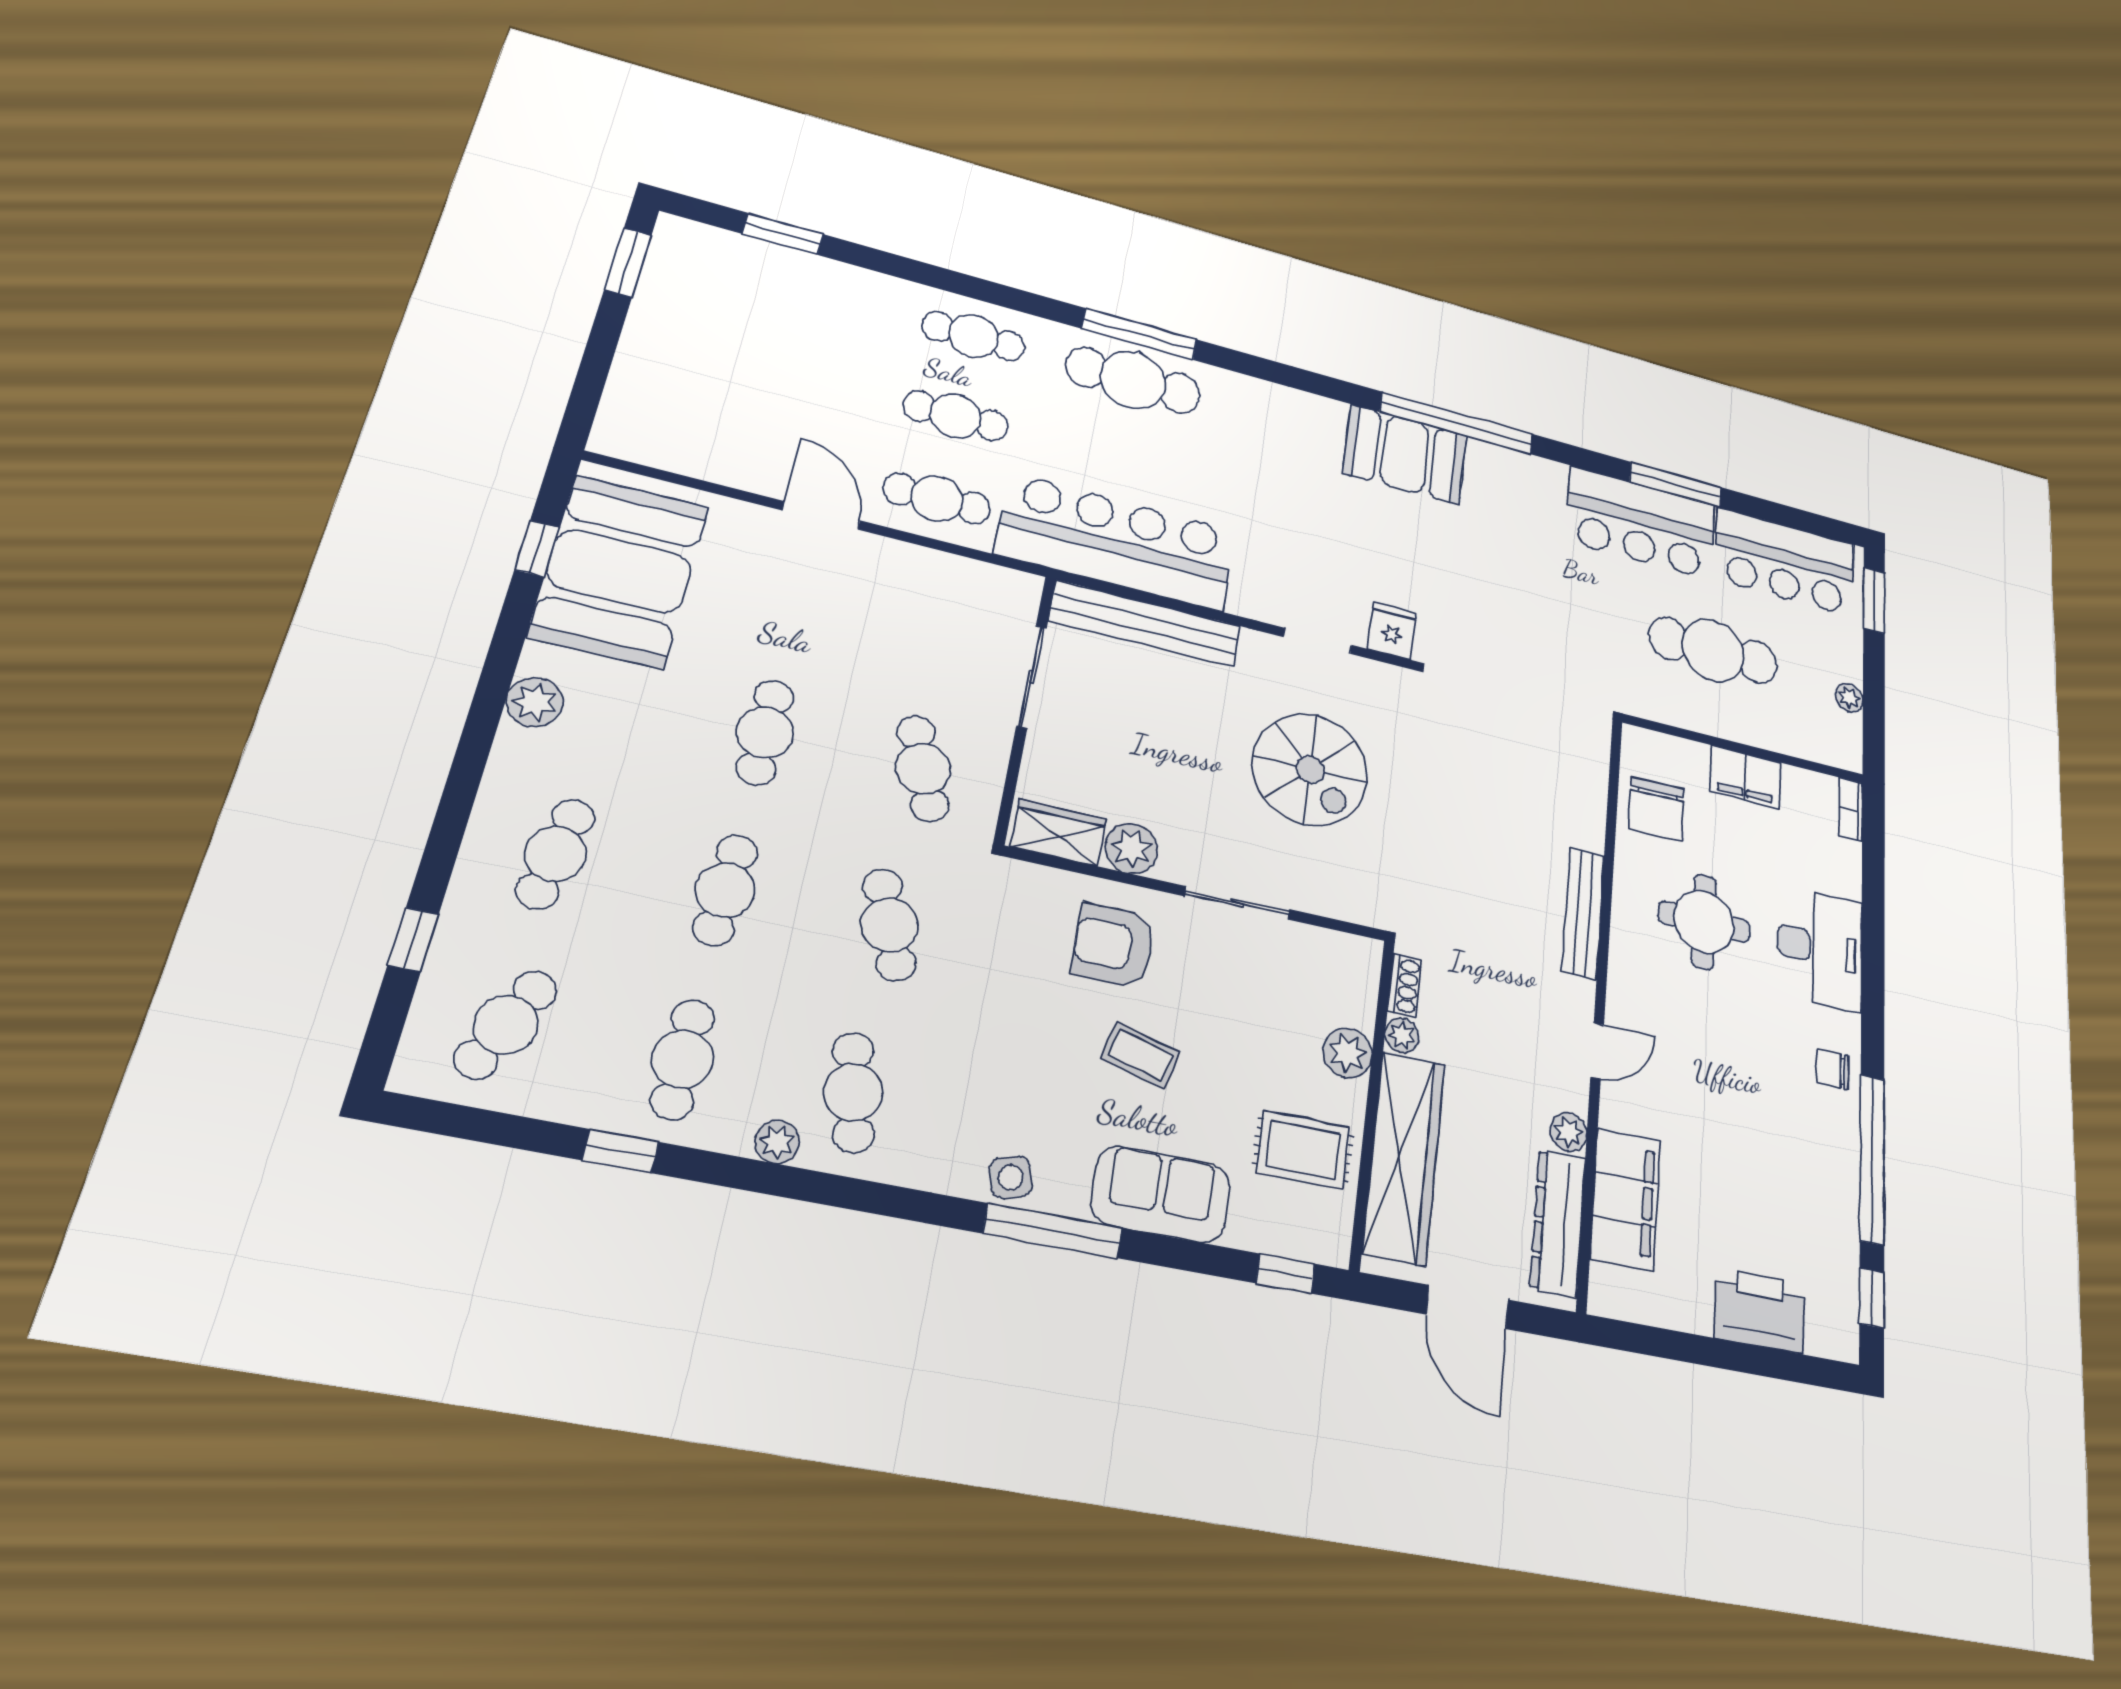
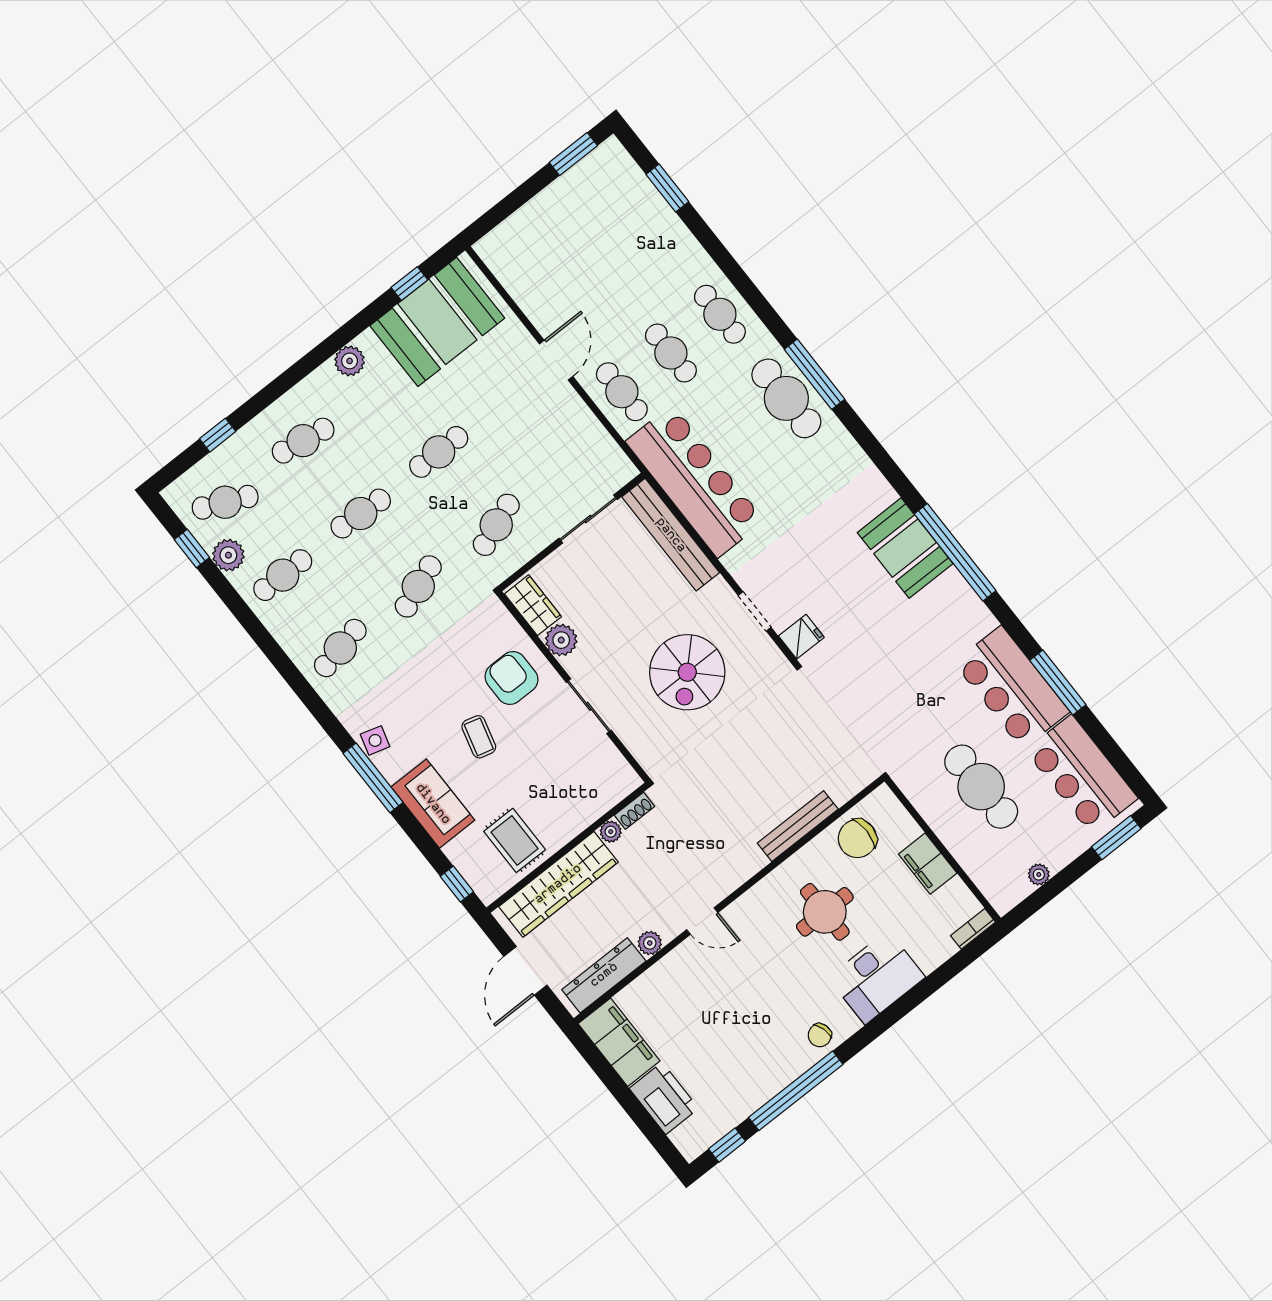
bench: (1583, 913) -> (798, 826), moved
plant: (1348, 1053) -> (576, 817), removed
chair: (1832, 1069) -> (820, 1035), turned -106
plant: (777, 1142) -> (228, 555), moved, width x1.38, depth x1.38
window: (621, 1151) -> (192, 548), moved
side table: (1011, 1177) -> (375, 740), turned 32
filing cabinet: (1625, 1199) -> (619, 1042), moved, turned -90

